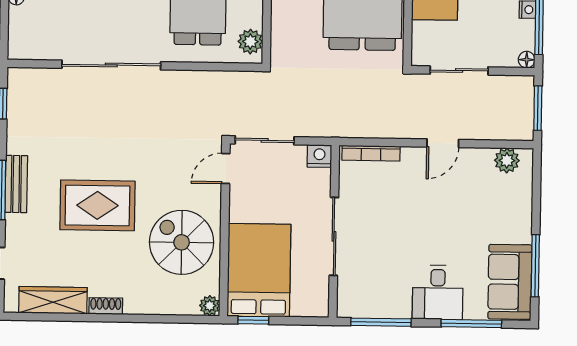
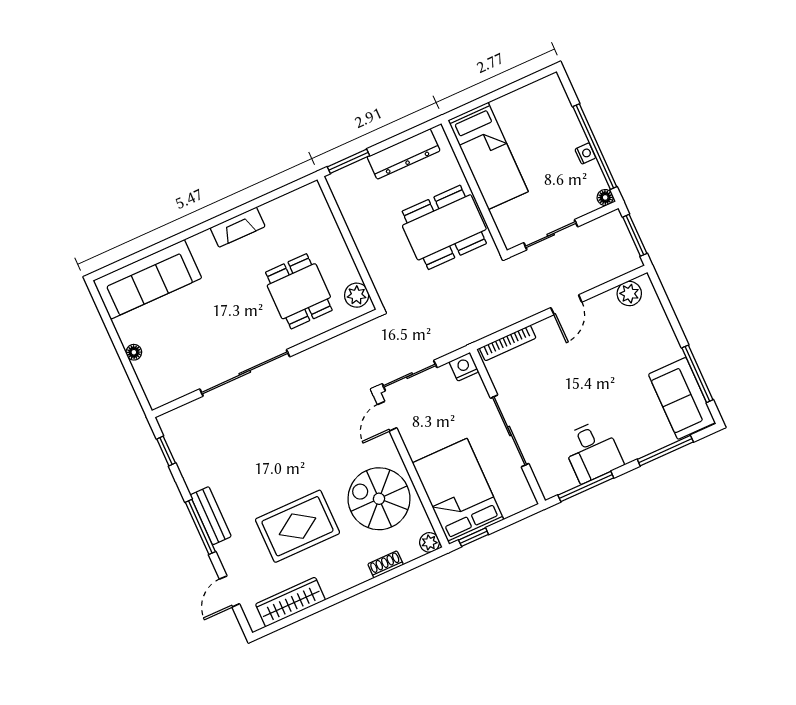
rug: (97, 205) -> (298, 526), moved
desk: (438, 292) -> (592, 451), moved
shoe rack: (106, 306) -> (386, 564), moved

